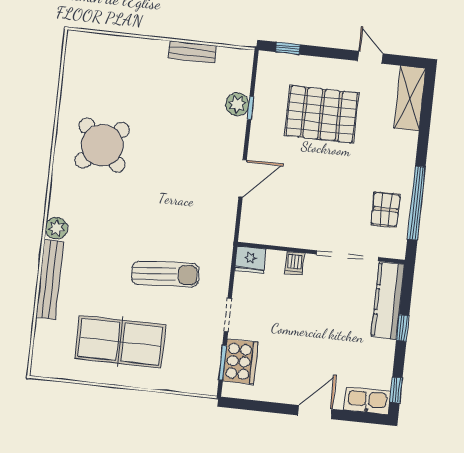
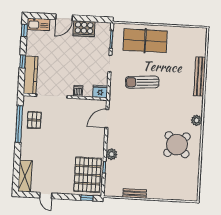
plant: (237, 104) -> (112, 154), moved
pallet: (321, 114) -> (88, 175), moved, turned 90
door: (243, 178) -> (107, 118), moved
plant: (56, 228) -> (197, 120), moved
table tennis table: (120, 342) -> (145, 41), moved
cooker: (240, 362) -> (84, 29), moved, turned -90

